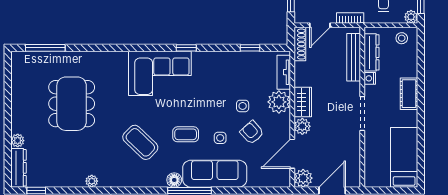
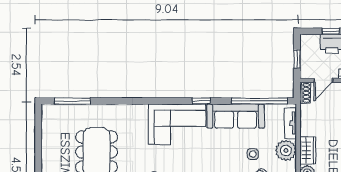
shoe rack: (300, 44) -> (305, 93), width x0.70
window: (250, 48) -> (260, 101), width x3.17
sofa: (224, 64) -> (236, 116), added

